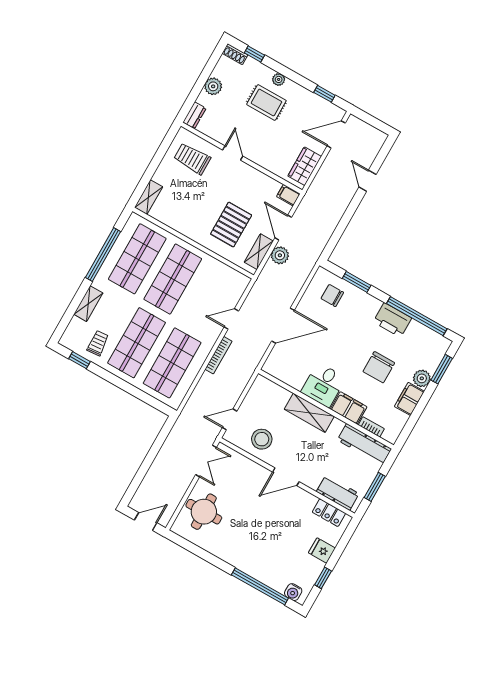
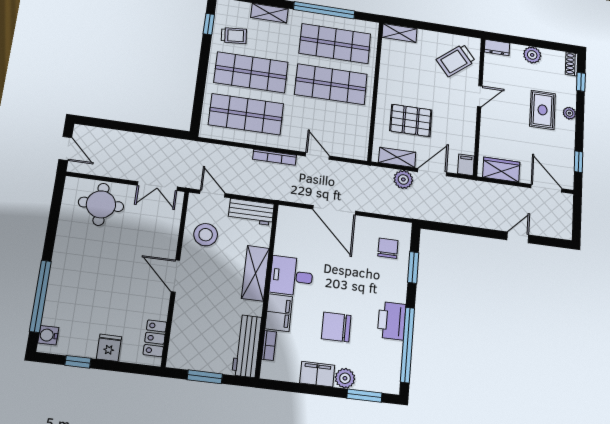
trolley: (192, 159) -> (456, 60), turned -129
workbench: (338, 493) -> (251, 212), moved, turned 90

